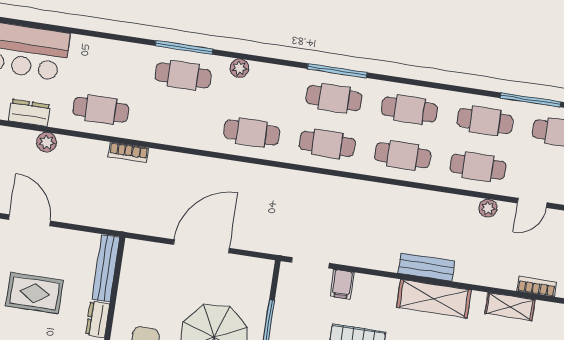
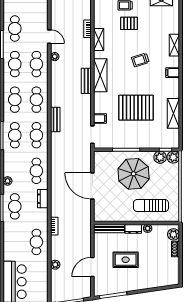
dresser: (29, 113) -> (43, 199), moved
bench: (354, 189) -> (55, 119), added
rug: (34, 293) -> (126, 260), turned 90

